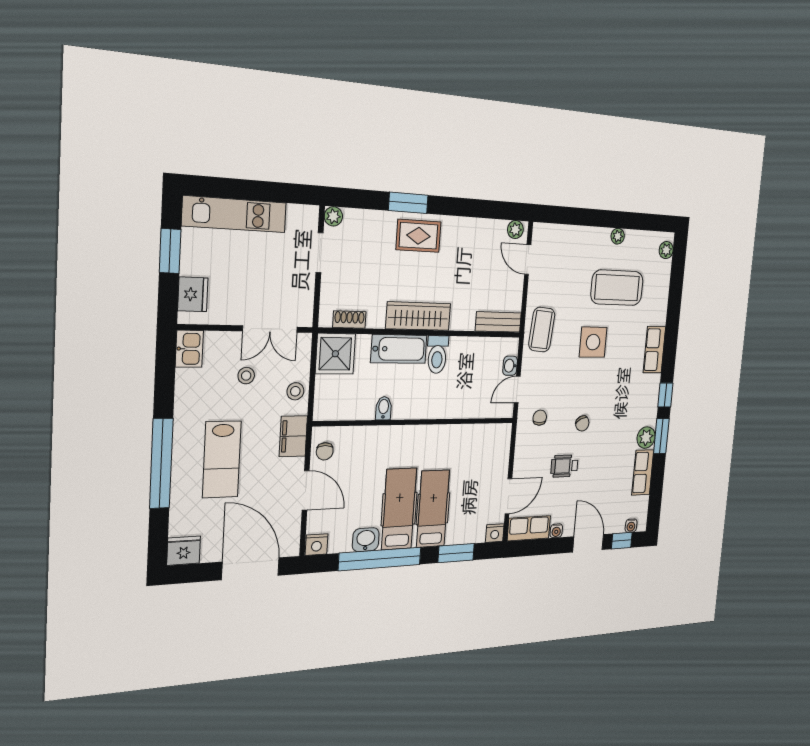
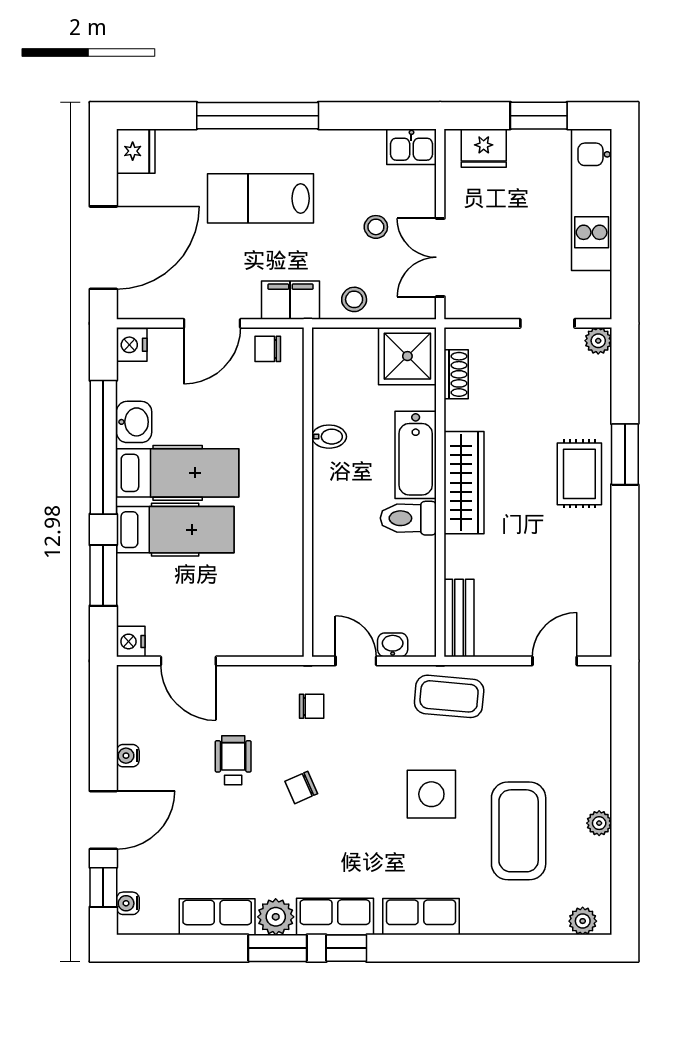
plant: (515, 230) -> (598, 635), removed
row of seats: (529, 528) -> (335, 917), moved, turned -90

